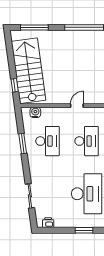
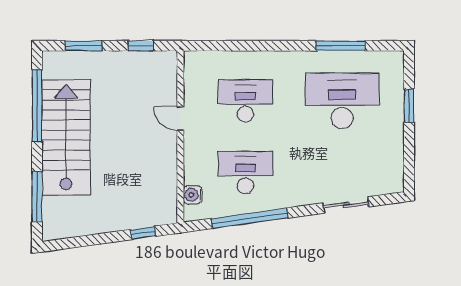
stairs: (29, 71) -> (66, 138), moved, turned 98
window: (23, 143) -> (250, 218), width x2.11
printer: (48, 223) -> (395, 171), removed

